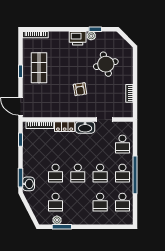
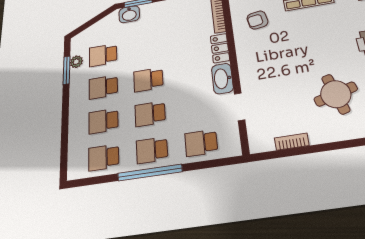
armchair: (80, 89) -> (257, 20), moved
school desk: (56, 173) -> (103, 87), moved

